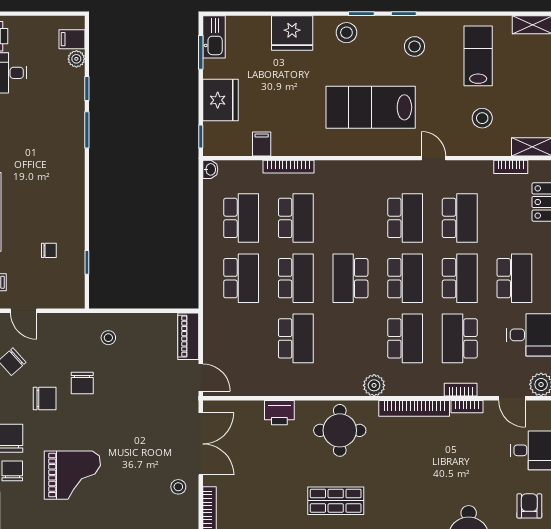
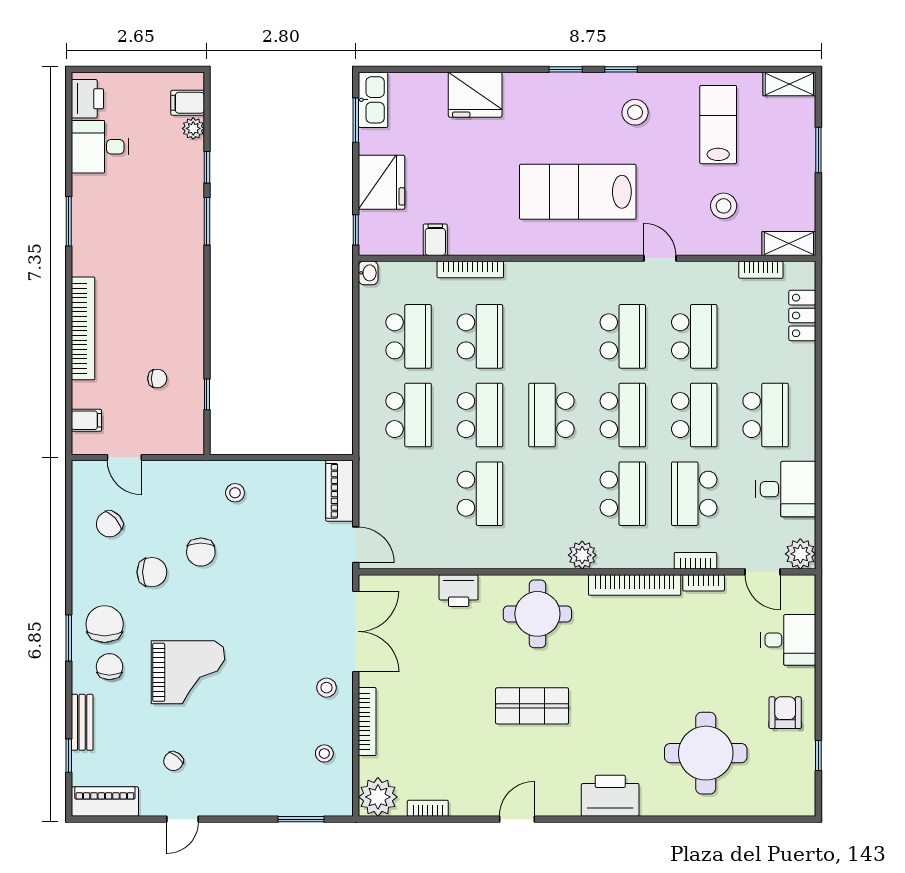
stool: (346, 33) -> (546, 94), removed

